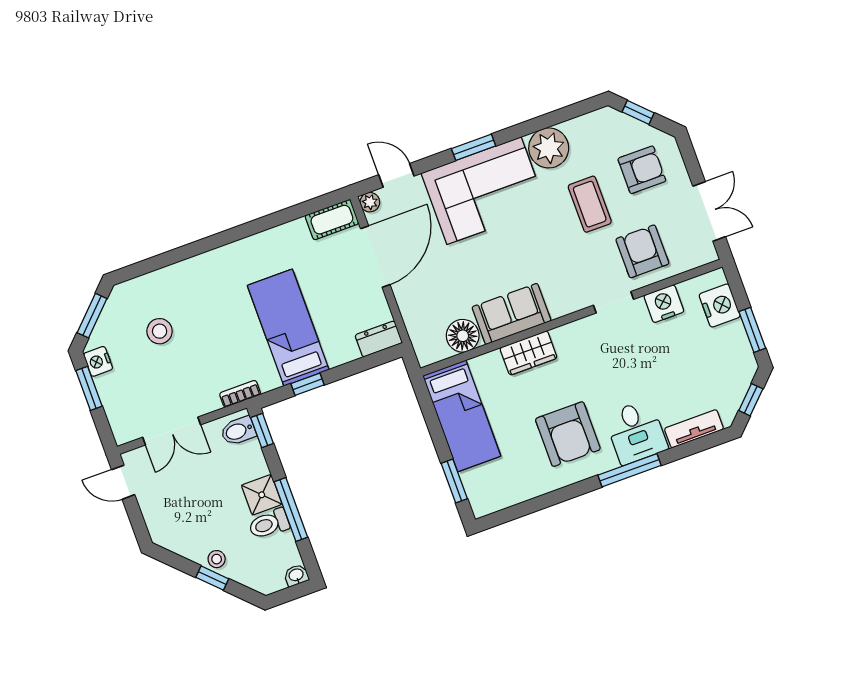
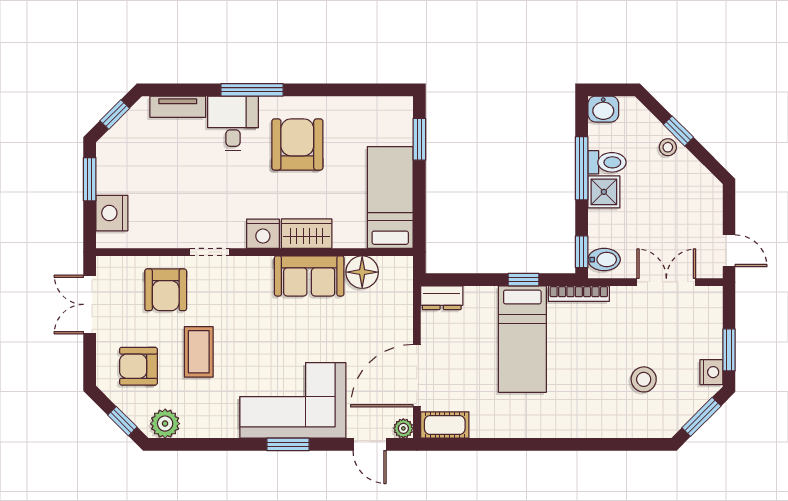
plant: (549, 148) -> (165, 424), moved, width x0.73, depth x0.73
nightstand: (664, 304) -> (263, 234), moved
bookcase: (240, 394) -> (579, 294), width x1.56
washbasin: (296, 575) -> (603, 109), width x1.38, depth x1.45

